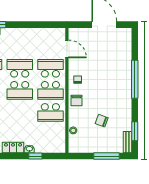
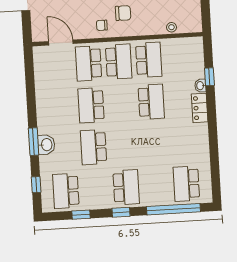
door: (67, 49) -> (61, 42), hinge flipped
school desk: (20, 90) -> (151, 102), moved
chair: (77, 101) -> (123, 13), moved

